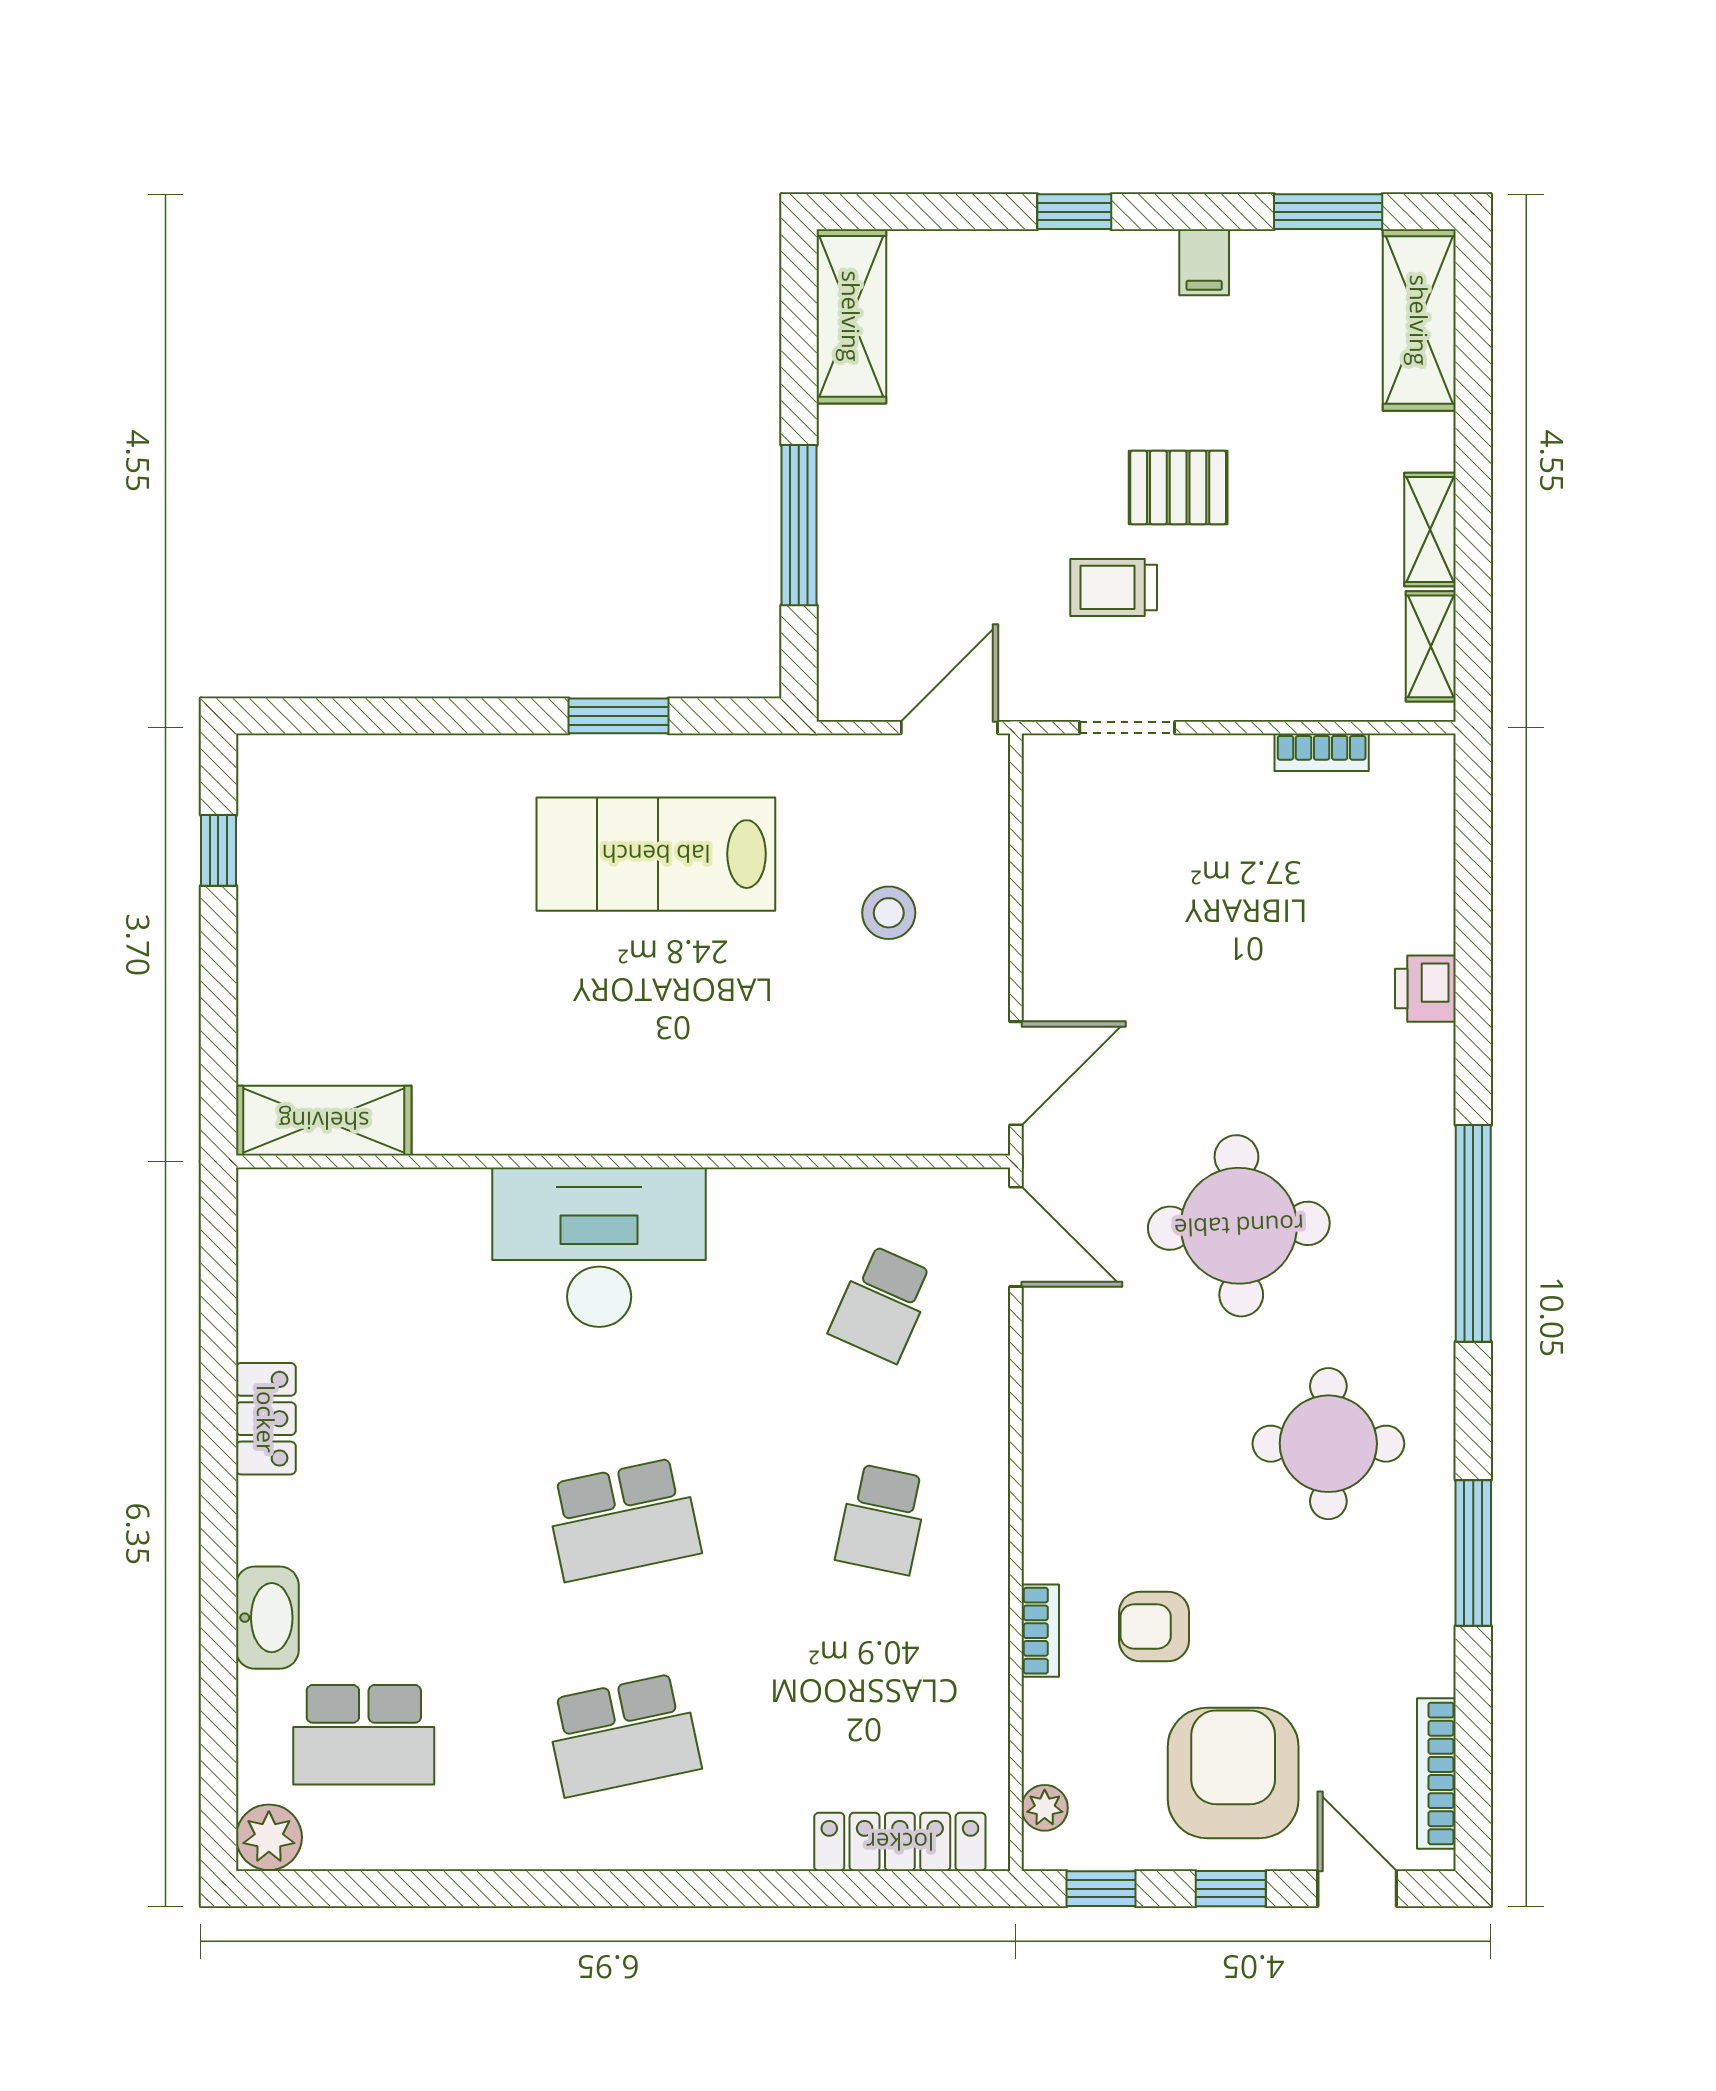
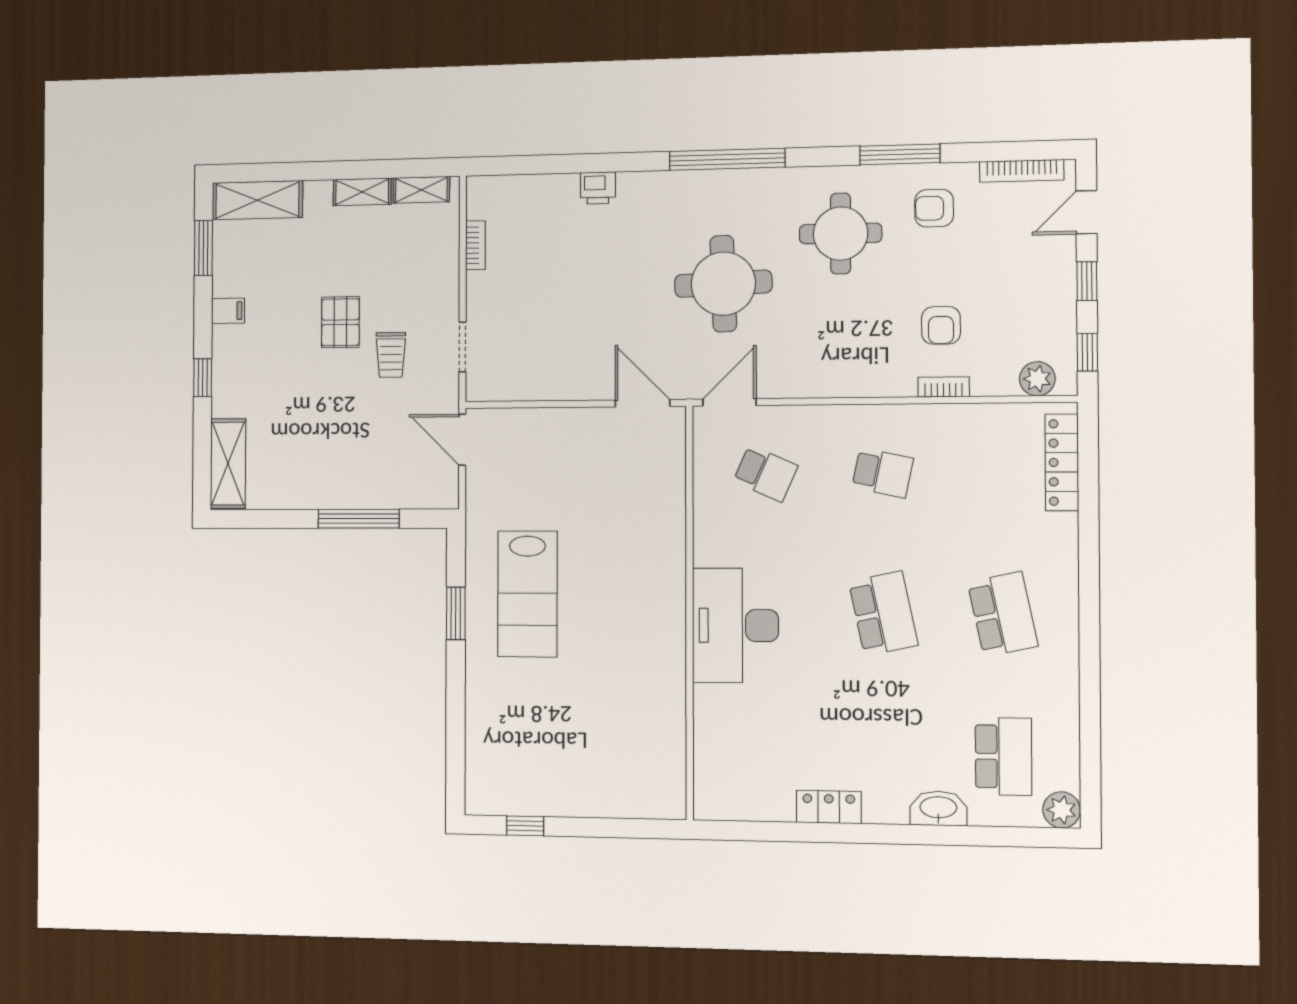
shelving: (851, 316) -> (228, 464), moved, turned 90
stool: (889, 913) -> (558, 471), removed
shelving: (324, 1121) -> (668, 772), removed
armchair: (1233, 1773) -> (934, 208), moved, width x0.53, depth x0.53
plant: (1045, 1808) -> (1037, 379), width x1.38, depth x1.38

